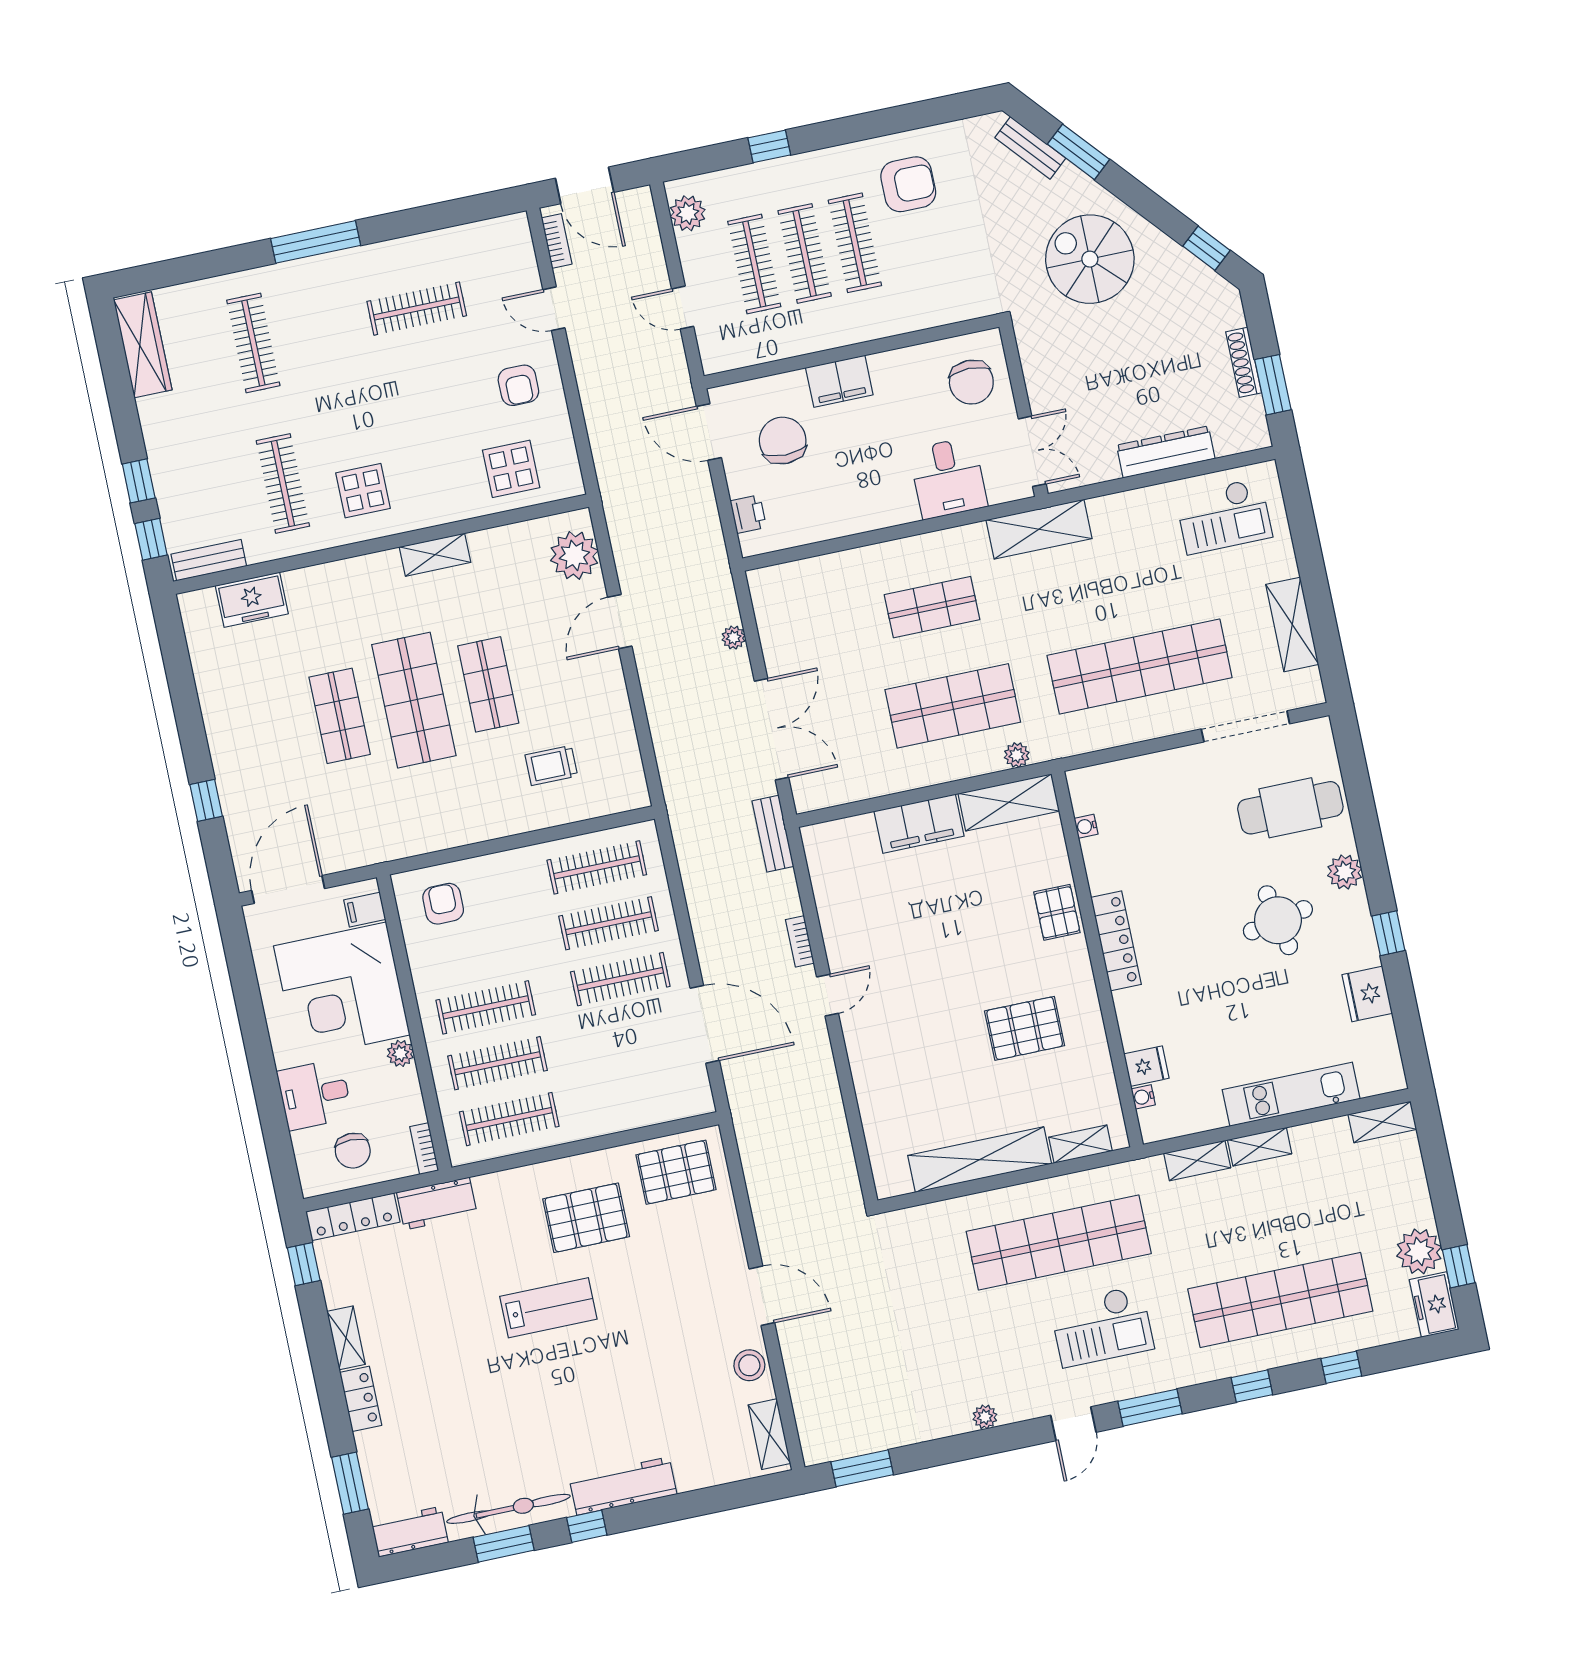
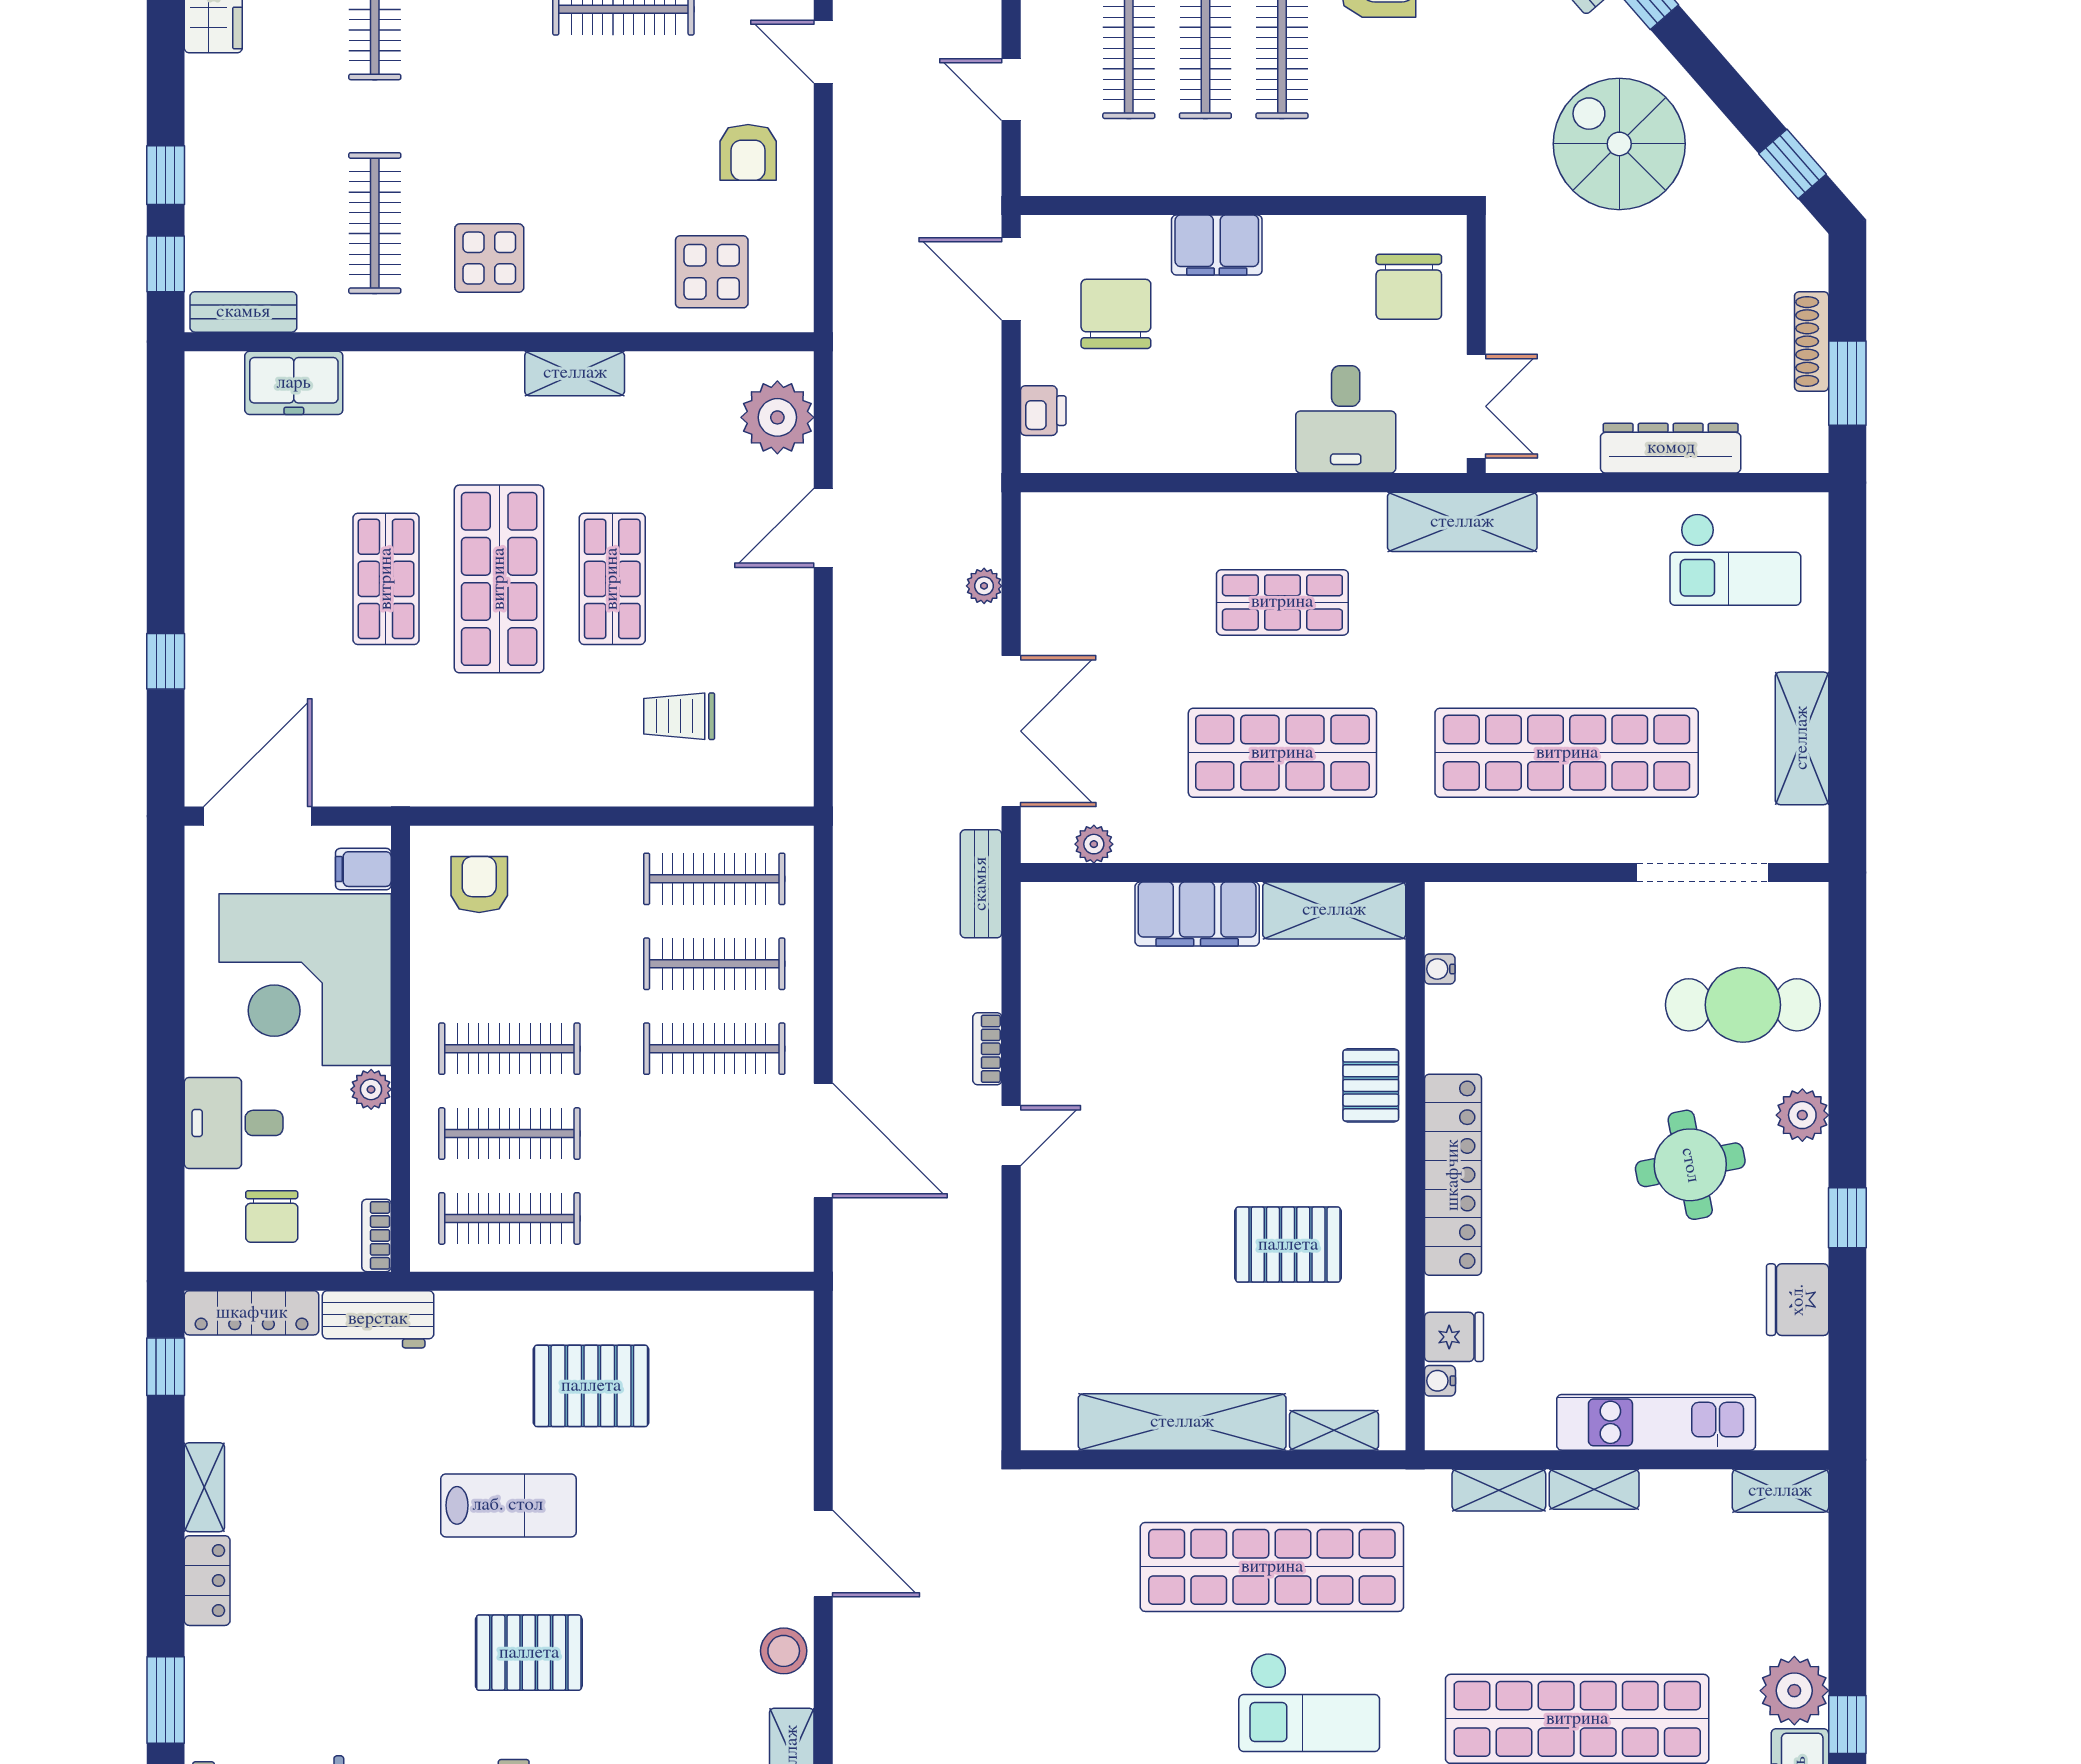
plant: (1017, 755) -> (1094, 844), moved
locker: (1116, 941) -> (1453, 1175), width x1.41, depth x1.21
pallet: (676, 1172) -> (529, 1653), moved

